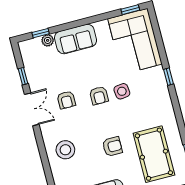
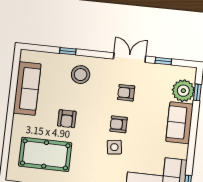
plant: (48, 40) -> (183, 91), width x1.88, depth x1.88
double door: (32, 109) -> (130, 58), swing flipped
window: (48, 171) -> (68, 51), added

